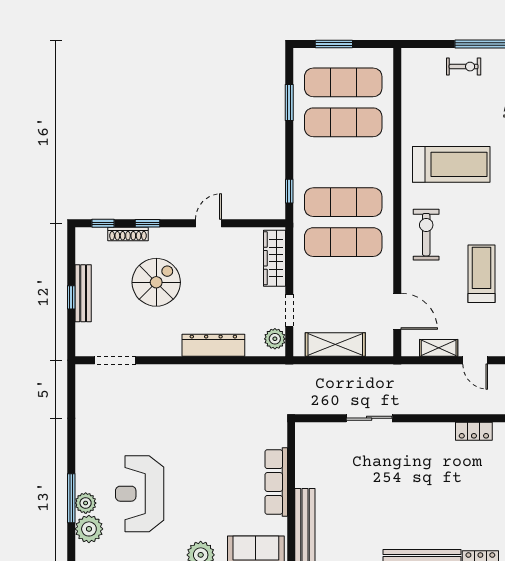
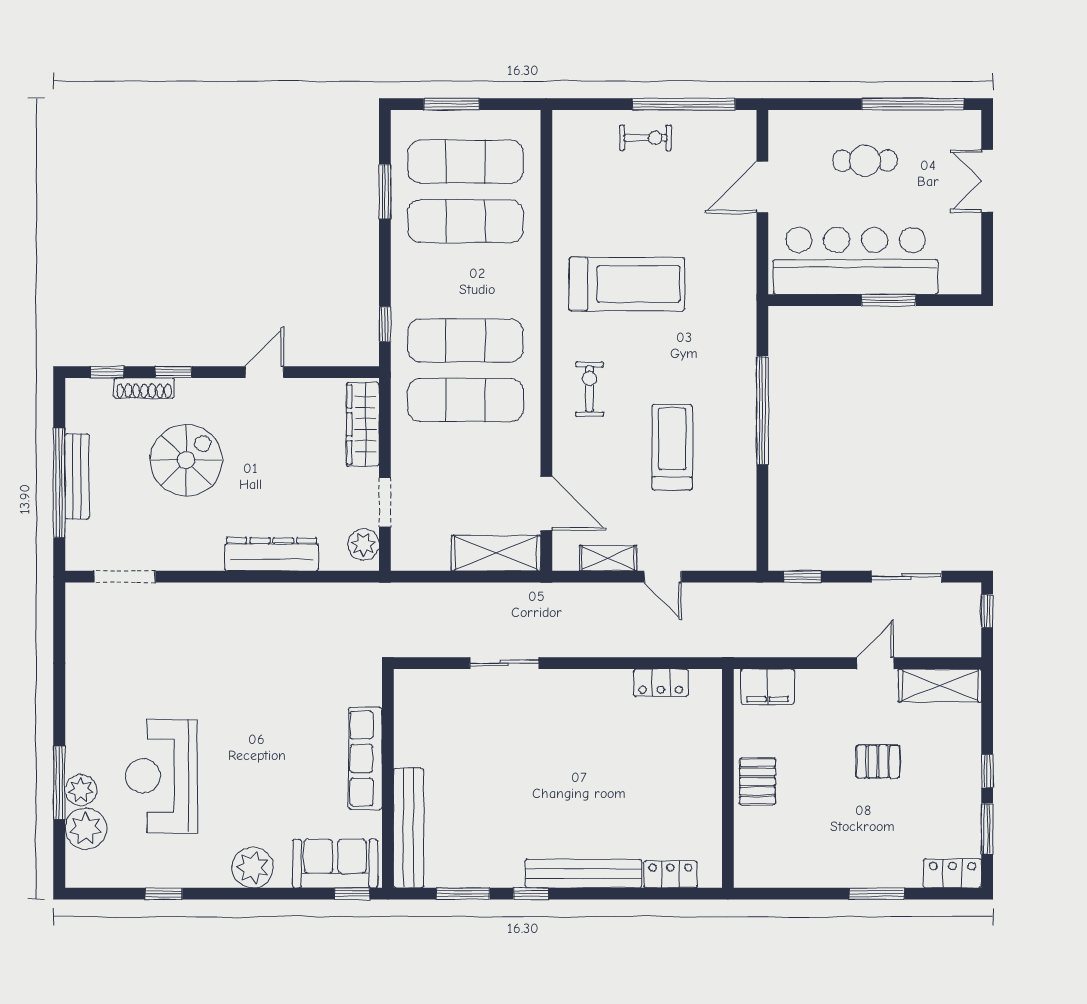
exercise bike: (426, 235) -> (590, 389), width x0.73, depth x0.72
window: (71, 297) -> (59, 483), width x3.17
shelving: (335, 345) -> (496, 553), moved

